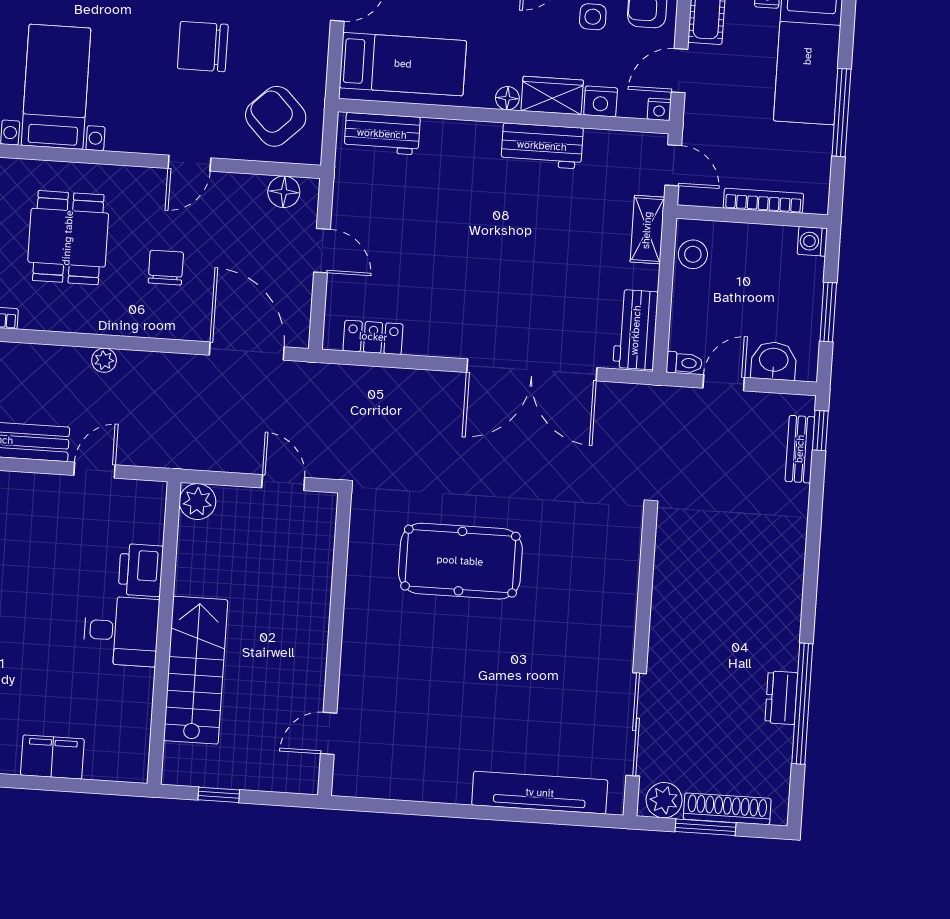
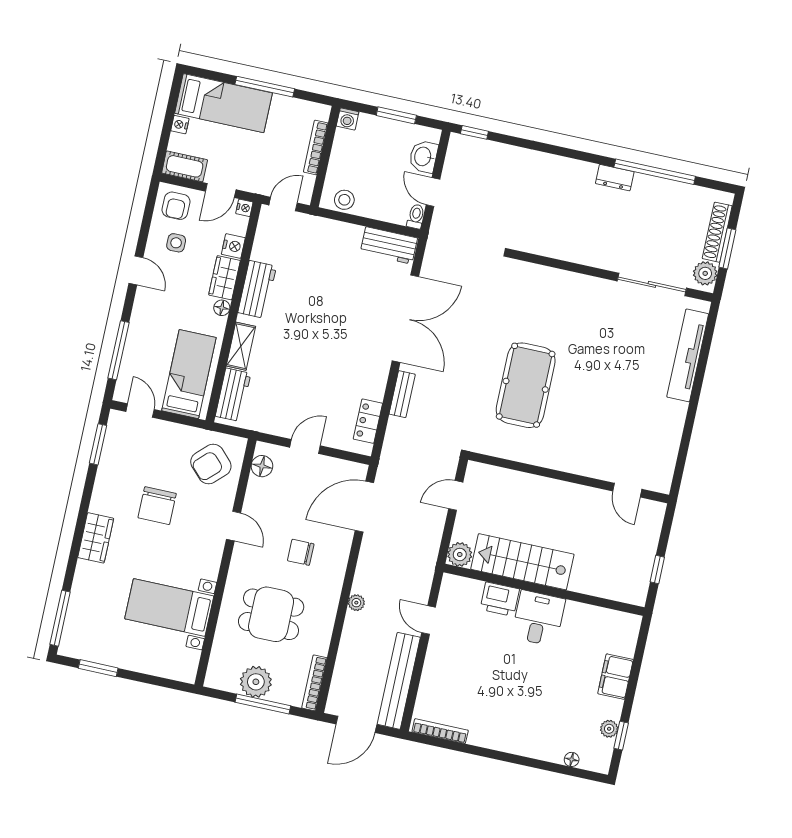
door: (680, 71) -> (221, 190), hinge flipped
shelving: (647, 230) -> (241, 346), moved, turned 90
bench: (800, 449) -> (402, 394), moved, turned 90
stairs: (196, 670) -> (522, 562), moved
dresser: (781, 698) -> (615, 178), moved

